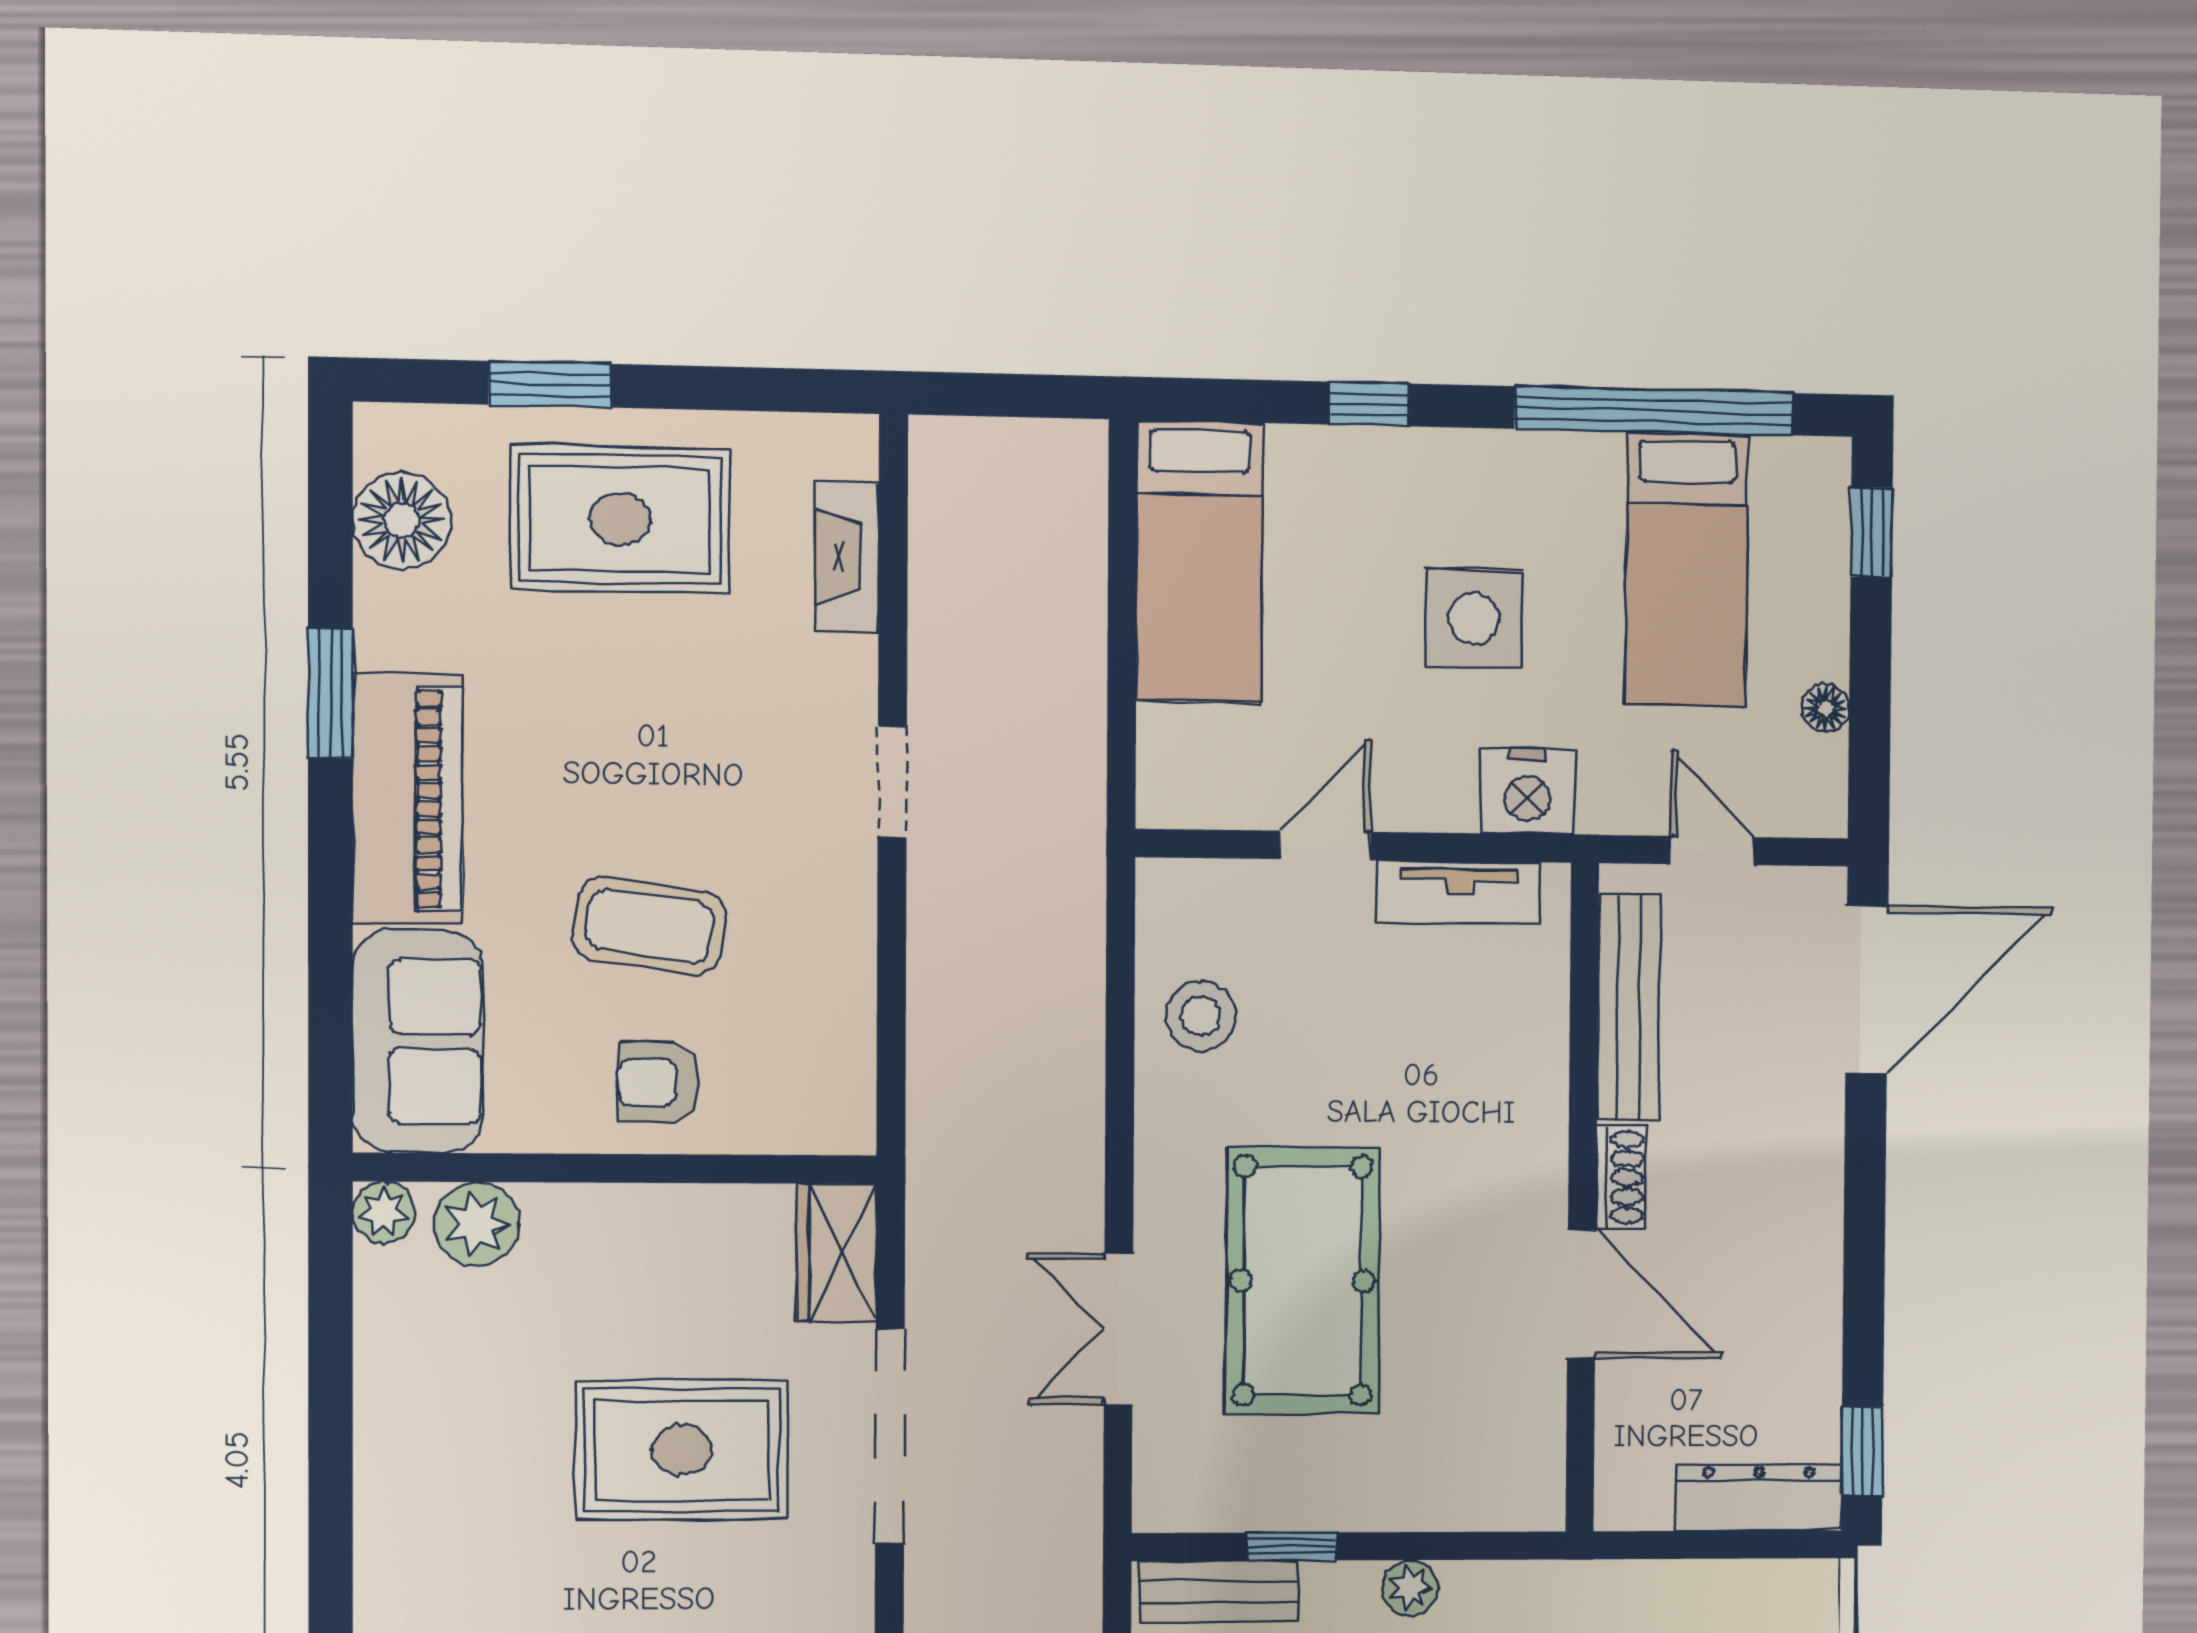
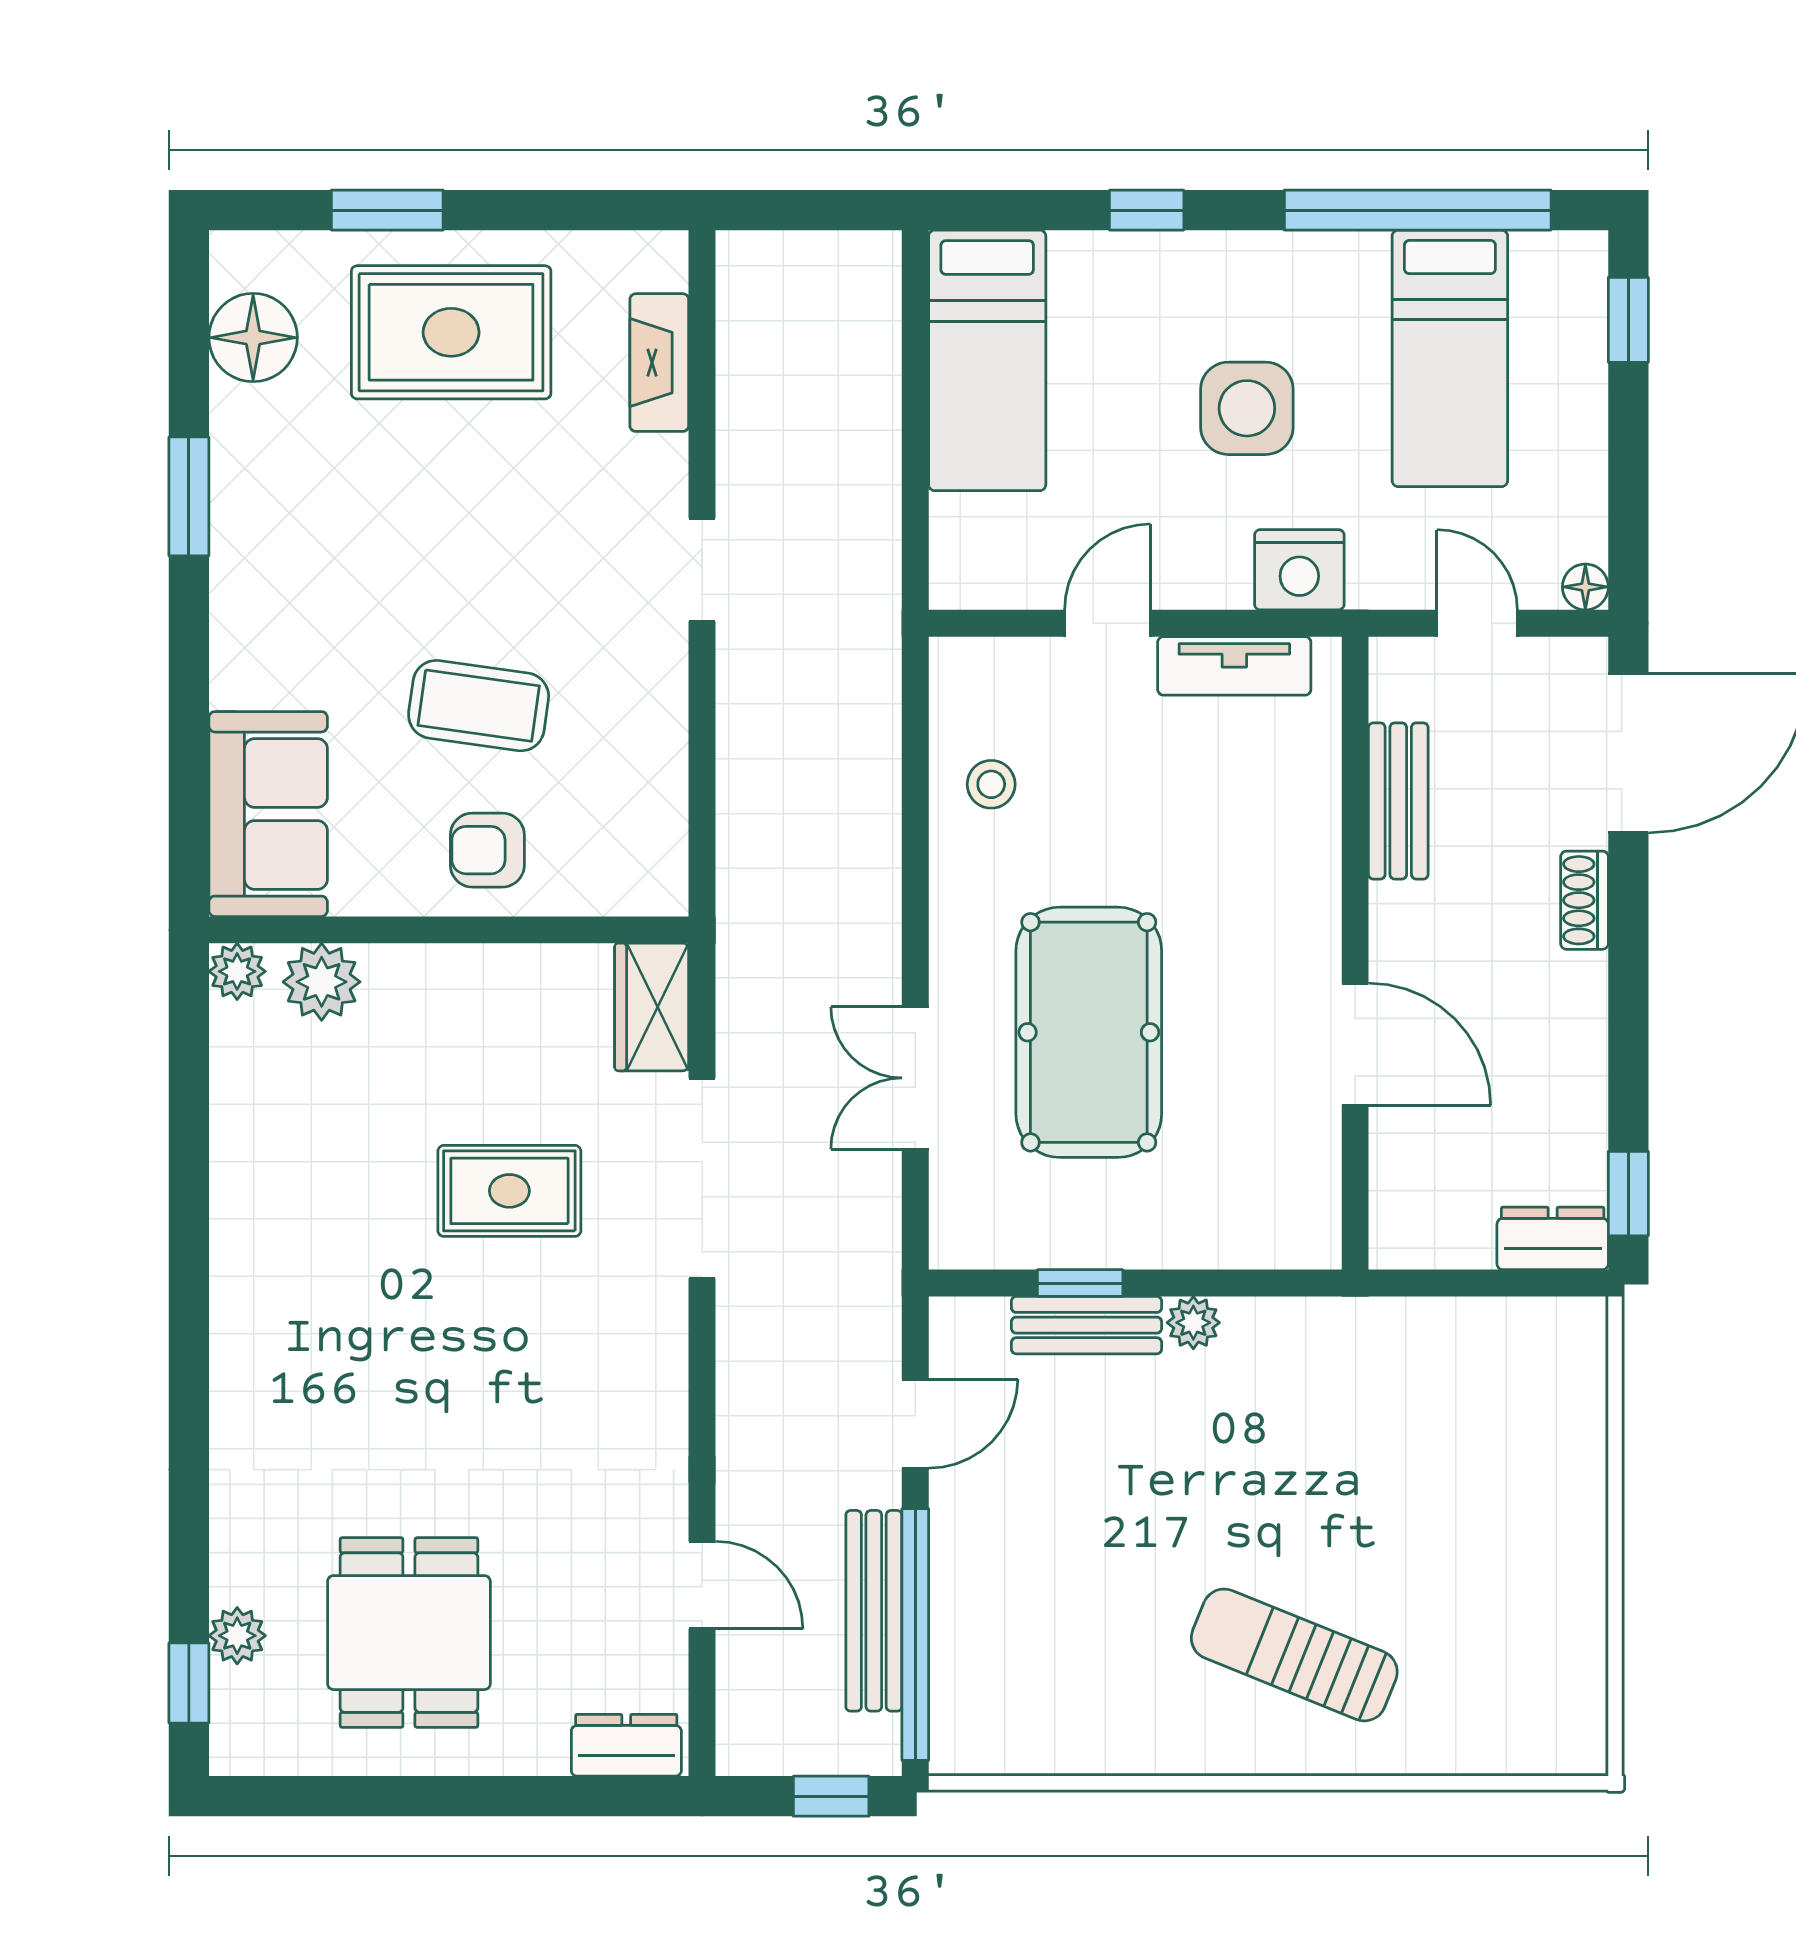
floor lamp: (1825, 708) -> (1585, 587), moved
piano: (408, 799) -> (259, 592), removed
bench: (1629, 1007) -> (1398, 801), width x0.73
stool: (1201, 1016) -> (991, 784), width x0.73, depth x0.73
shoe rack: (1621, 1177) -> (1584, 900), moved, turned 180
rug: (682, 1450) -> (509, 1191), width x0.73, depth x0.70
dresser: (1759, 1498) -> (1553, 1238), width x0.70
bench: (1219, 1591) -> (1087, 1325), moved

